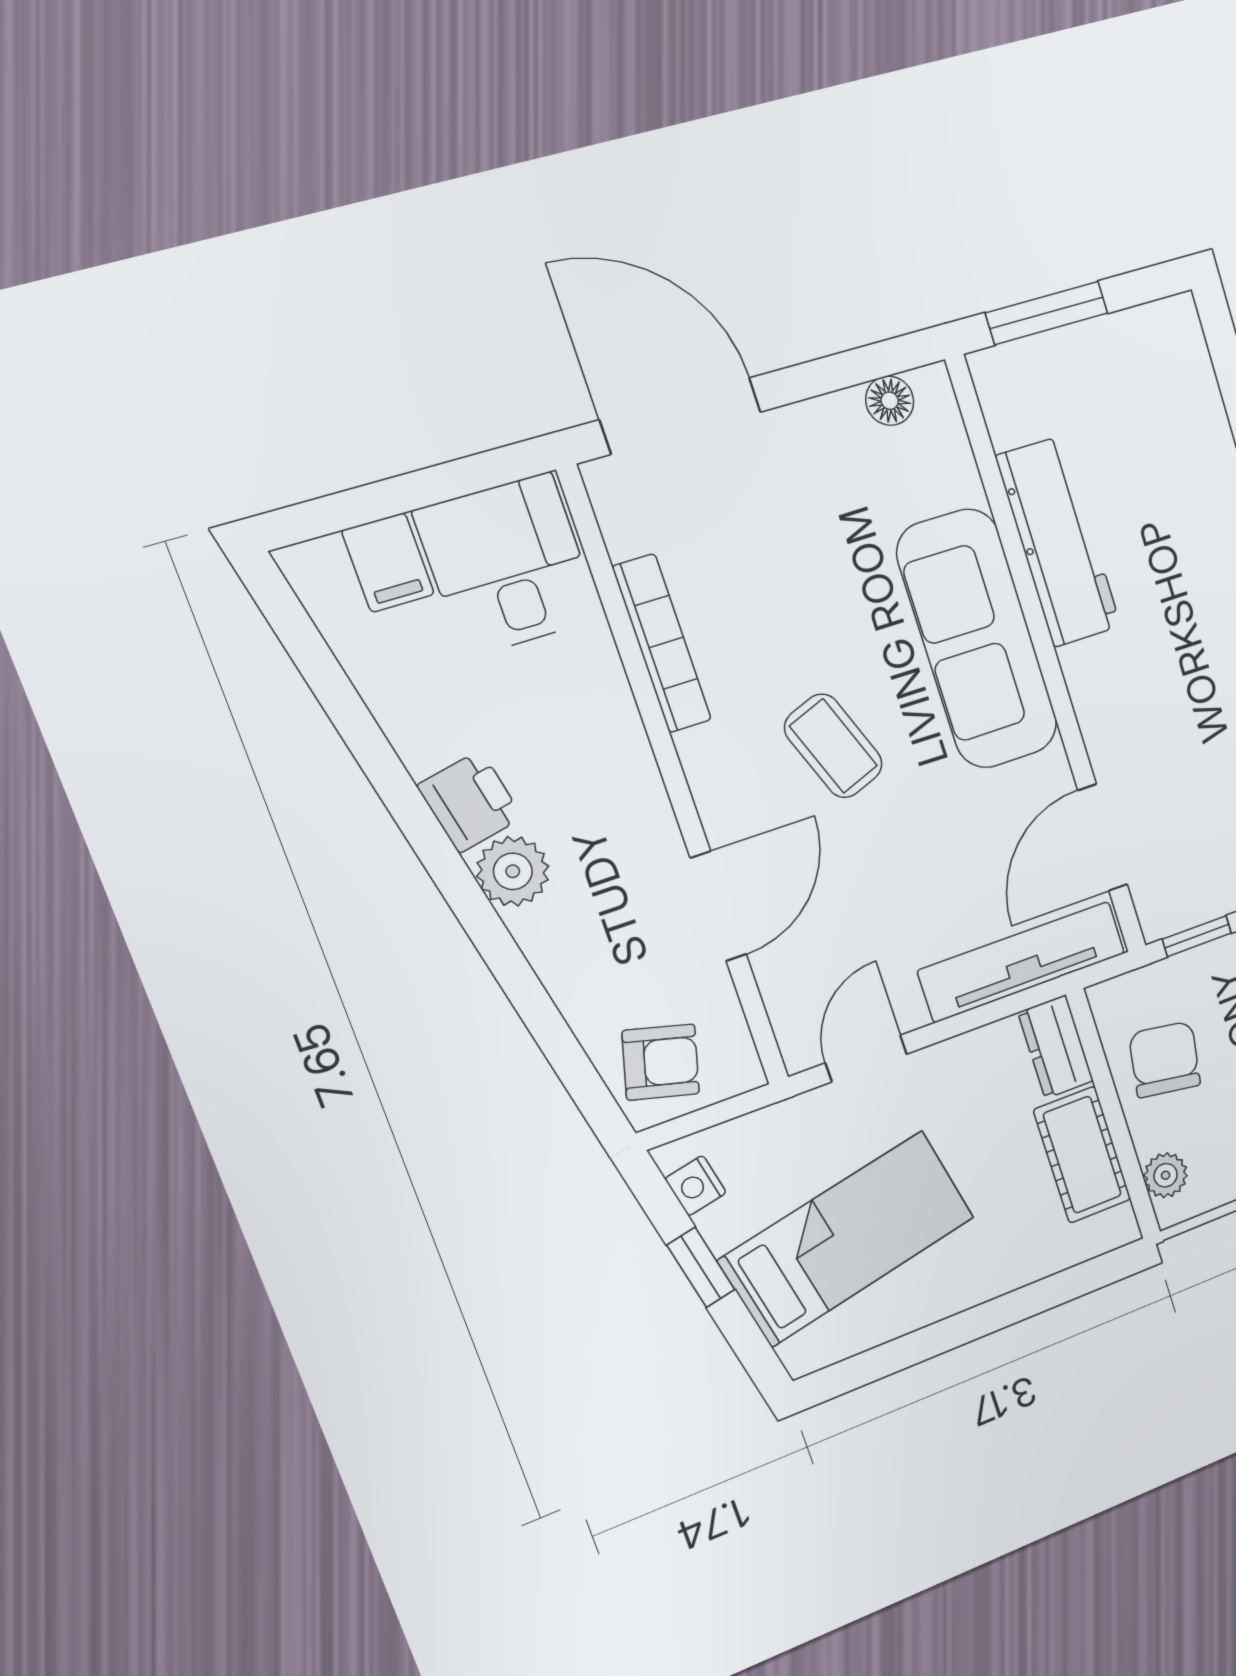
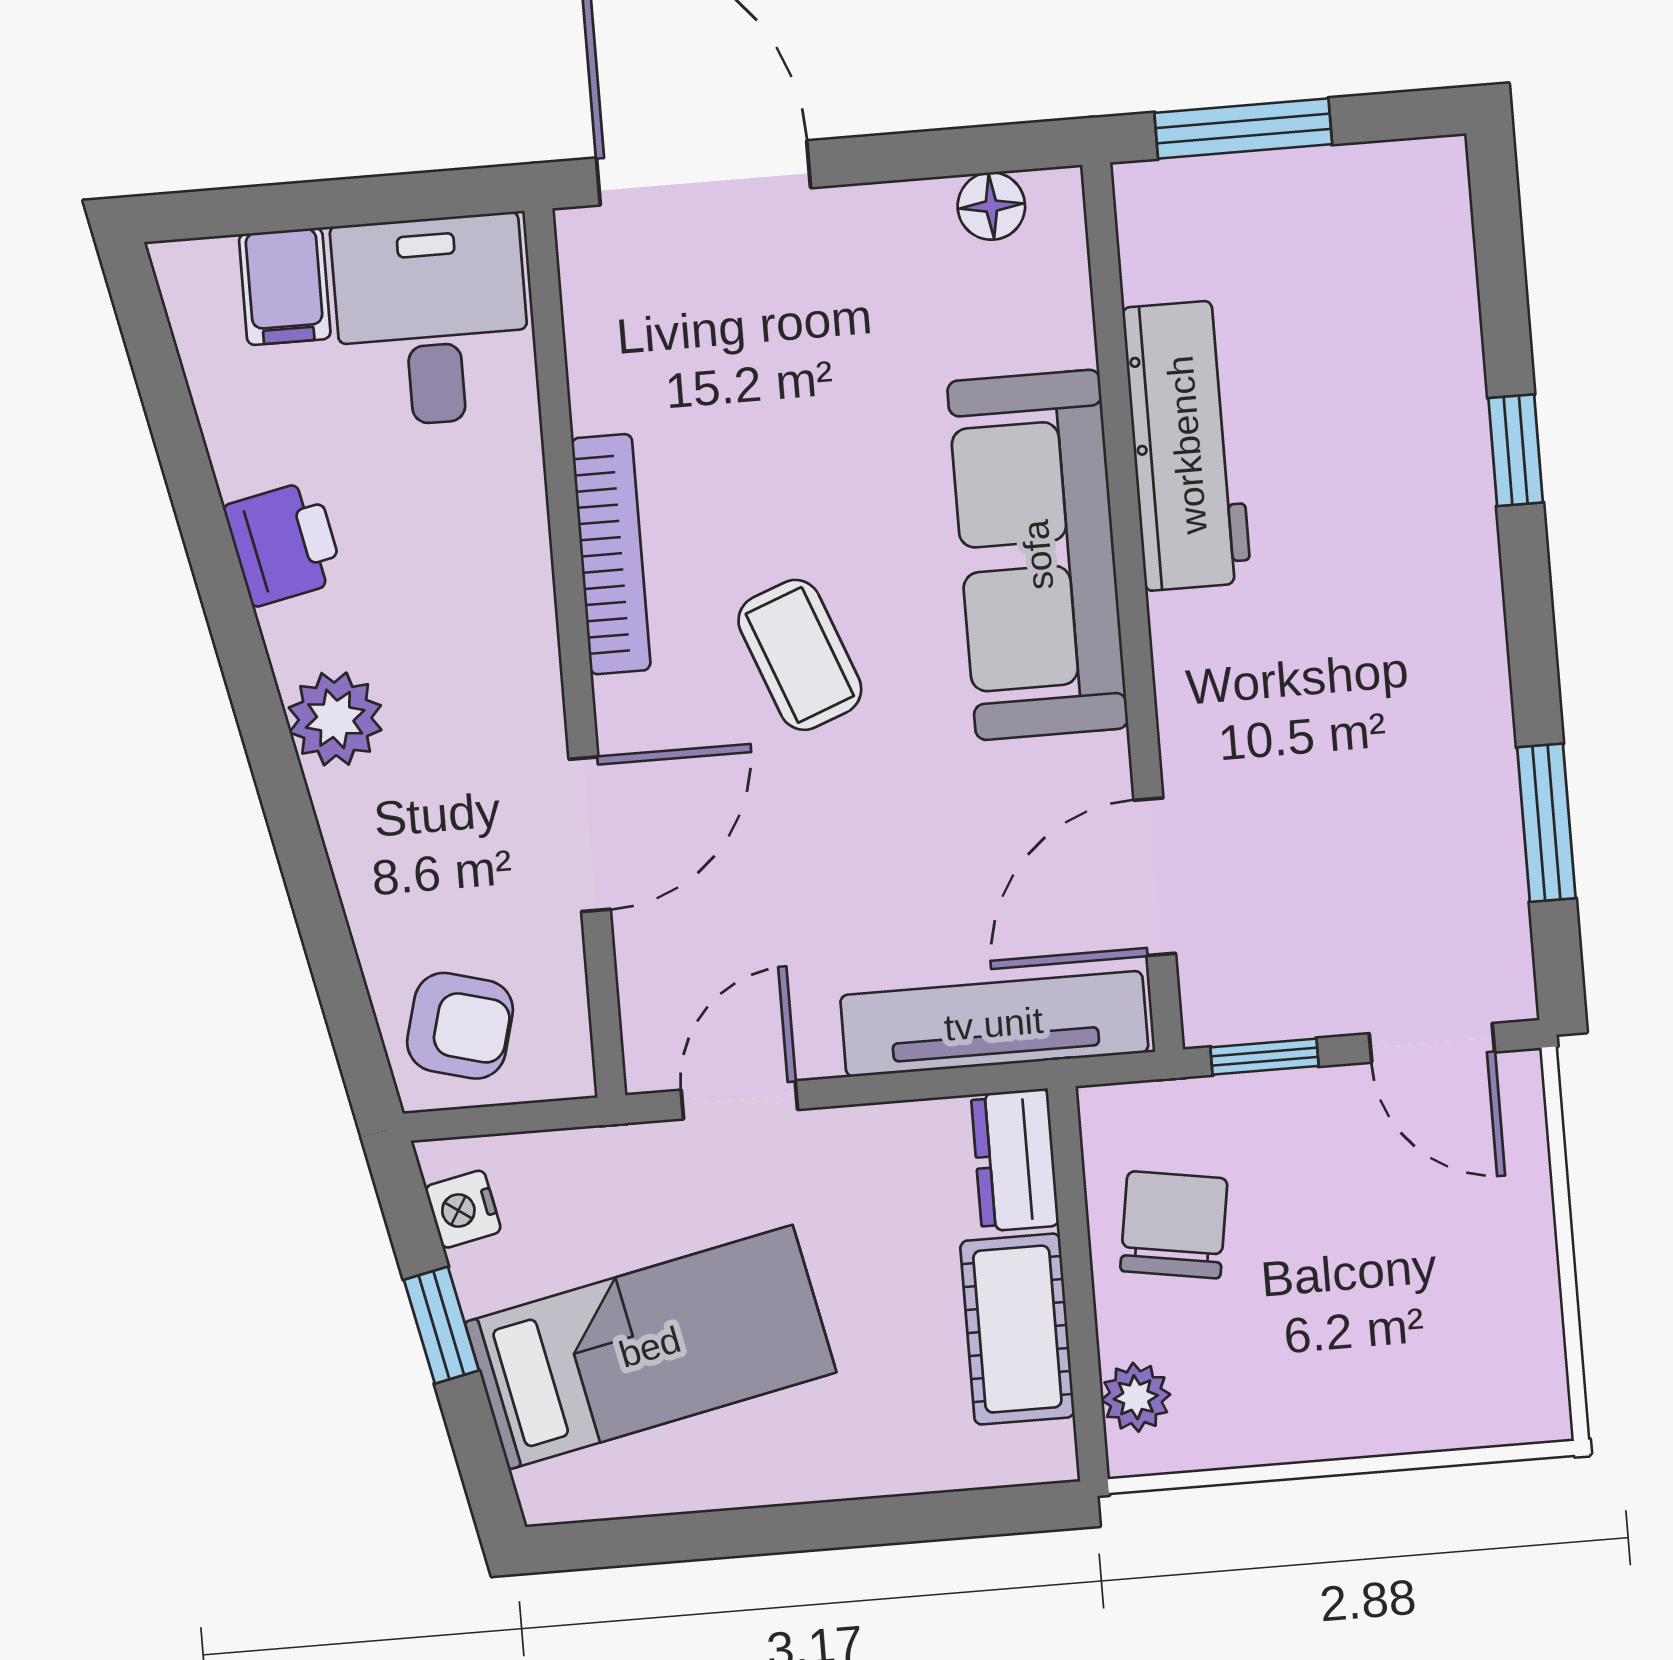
bookcase: (662, 644) -> (611, 554), moved
printer: (470, 802) -> (284, 543), moved

